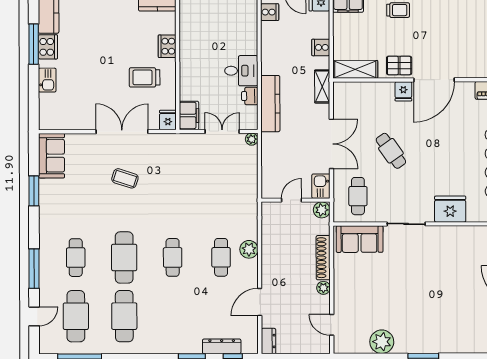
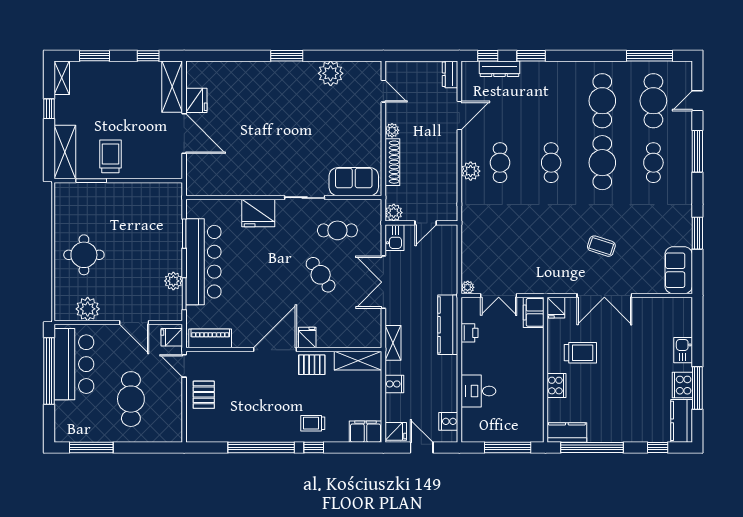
desk: (241, 71) -> (478, 391), moved
cafe table: (358, 196) -> (337, 230), moved, turned 90

